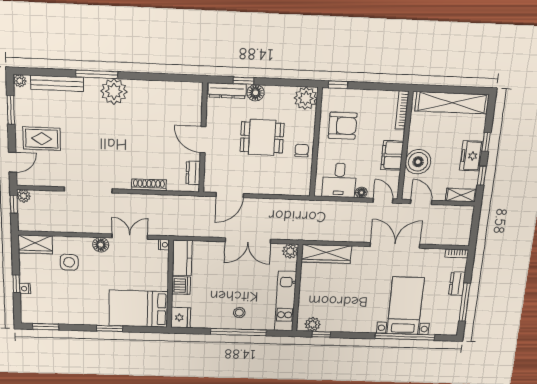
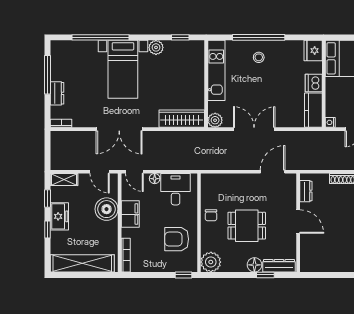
bed with nightstands: (405, 306) -> (123, 69), moved
plant: (313, 324) -> (156, 47), moved

